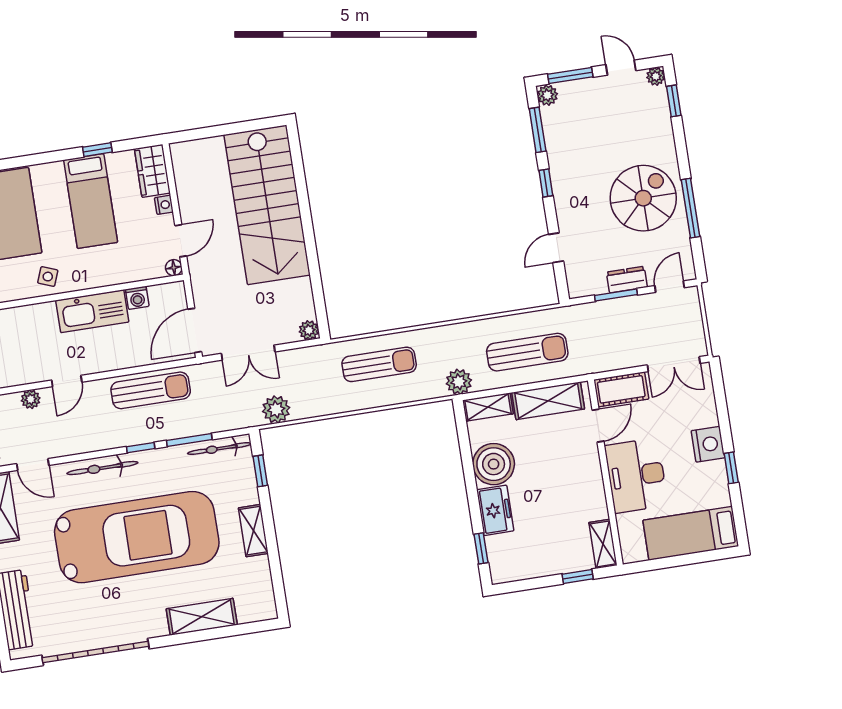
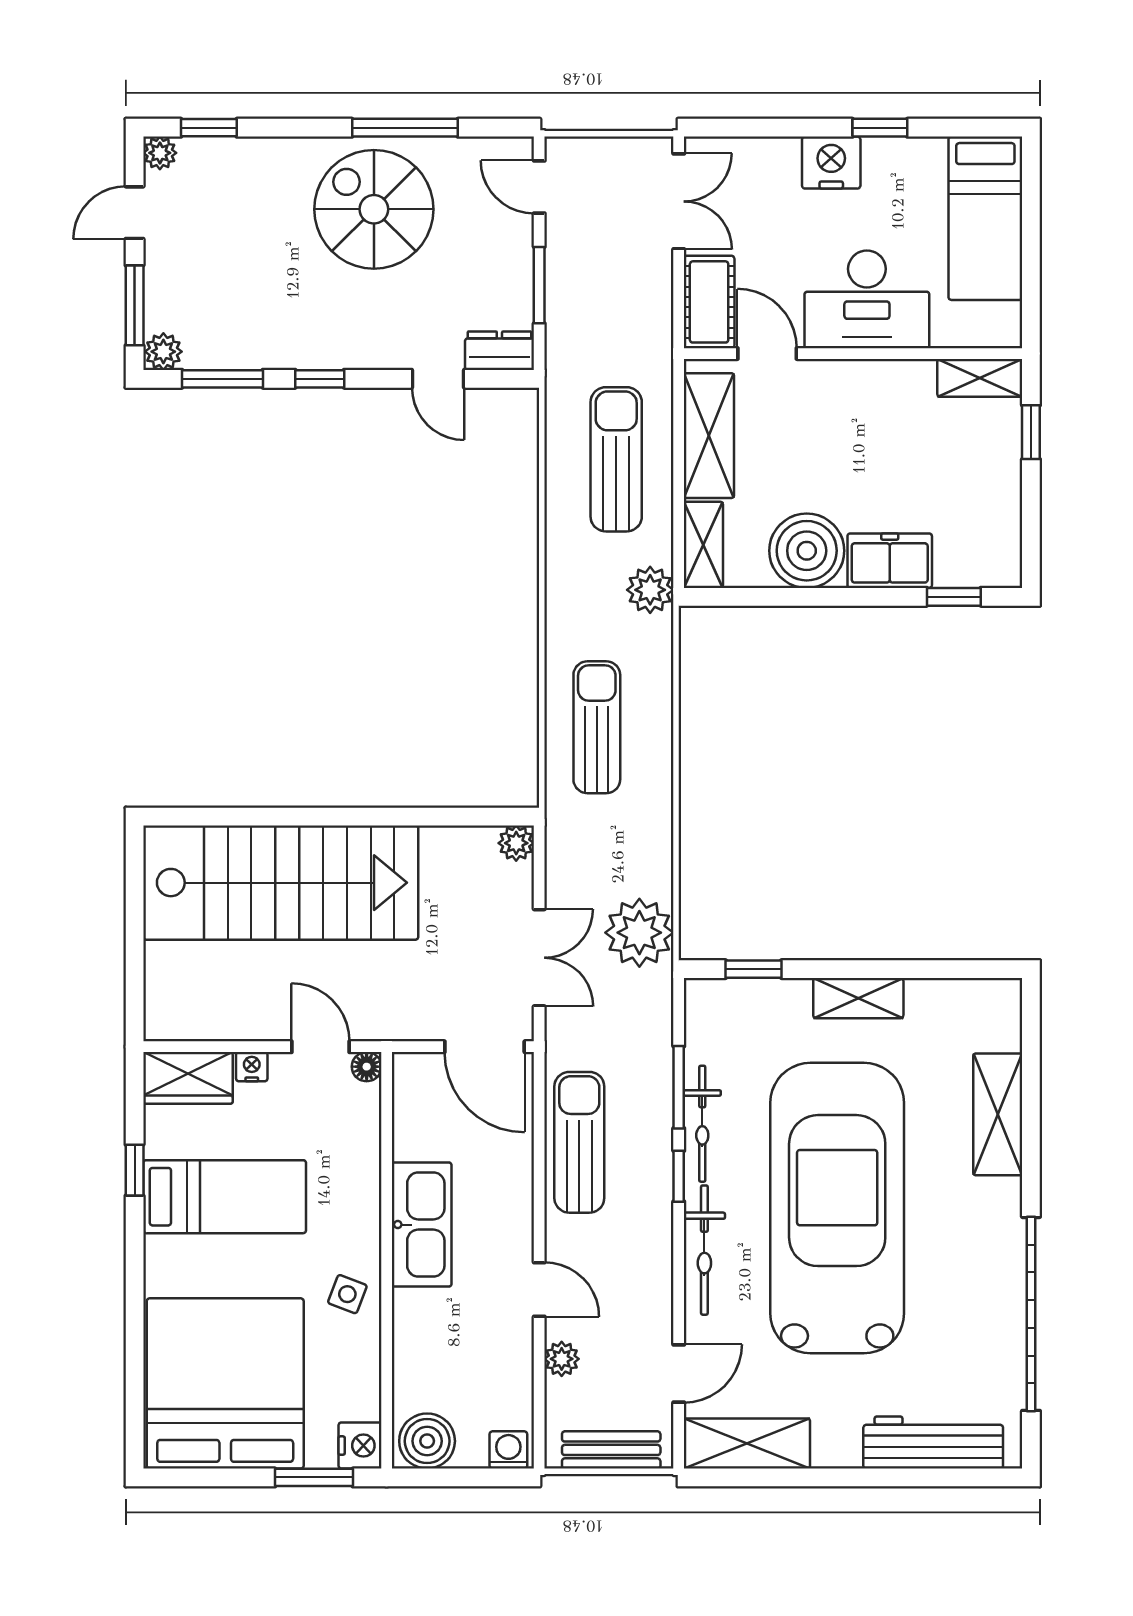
dresser: (627, 280) -> (499, 351), moved, turned 90
washing machine: (137, 298) -> (410, 1140), removed
plant: (276, 409) -> (639, 933), width x1.36, depth x1.36
bicycle: (219, 449) -> (702, 1124), moved

